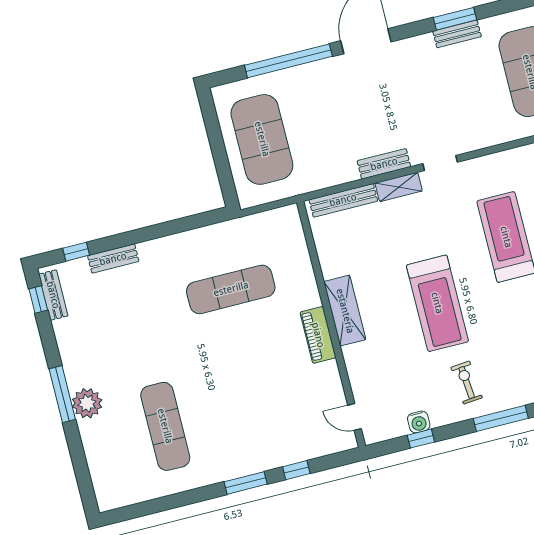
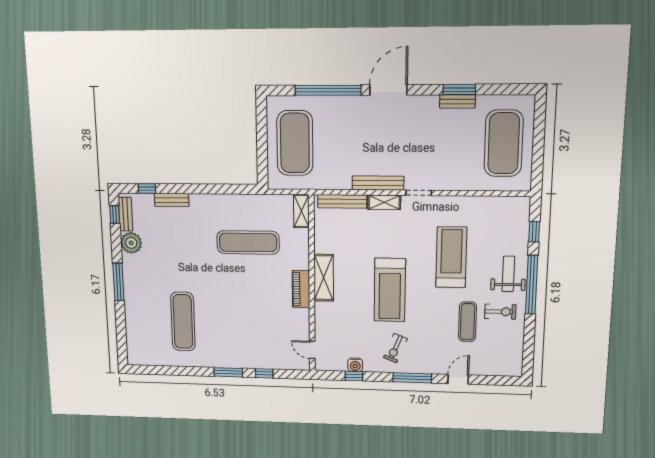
bench: (384, 164) -> (378, 183), width x1.36
shelving: (292, 228) -> (301, 211), added
exercise bike: (467, 383) -> (395, 348), turned -153
plant: (87, 403) -> (131, 243), moved

